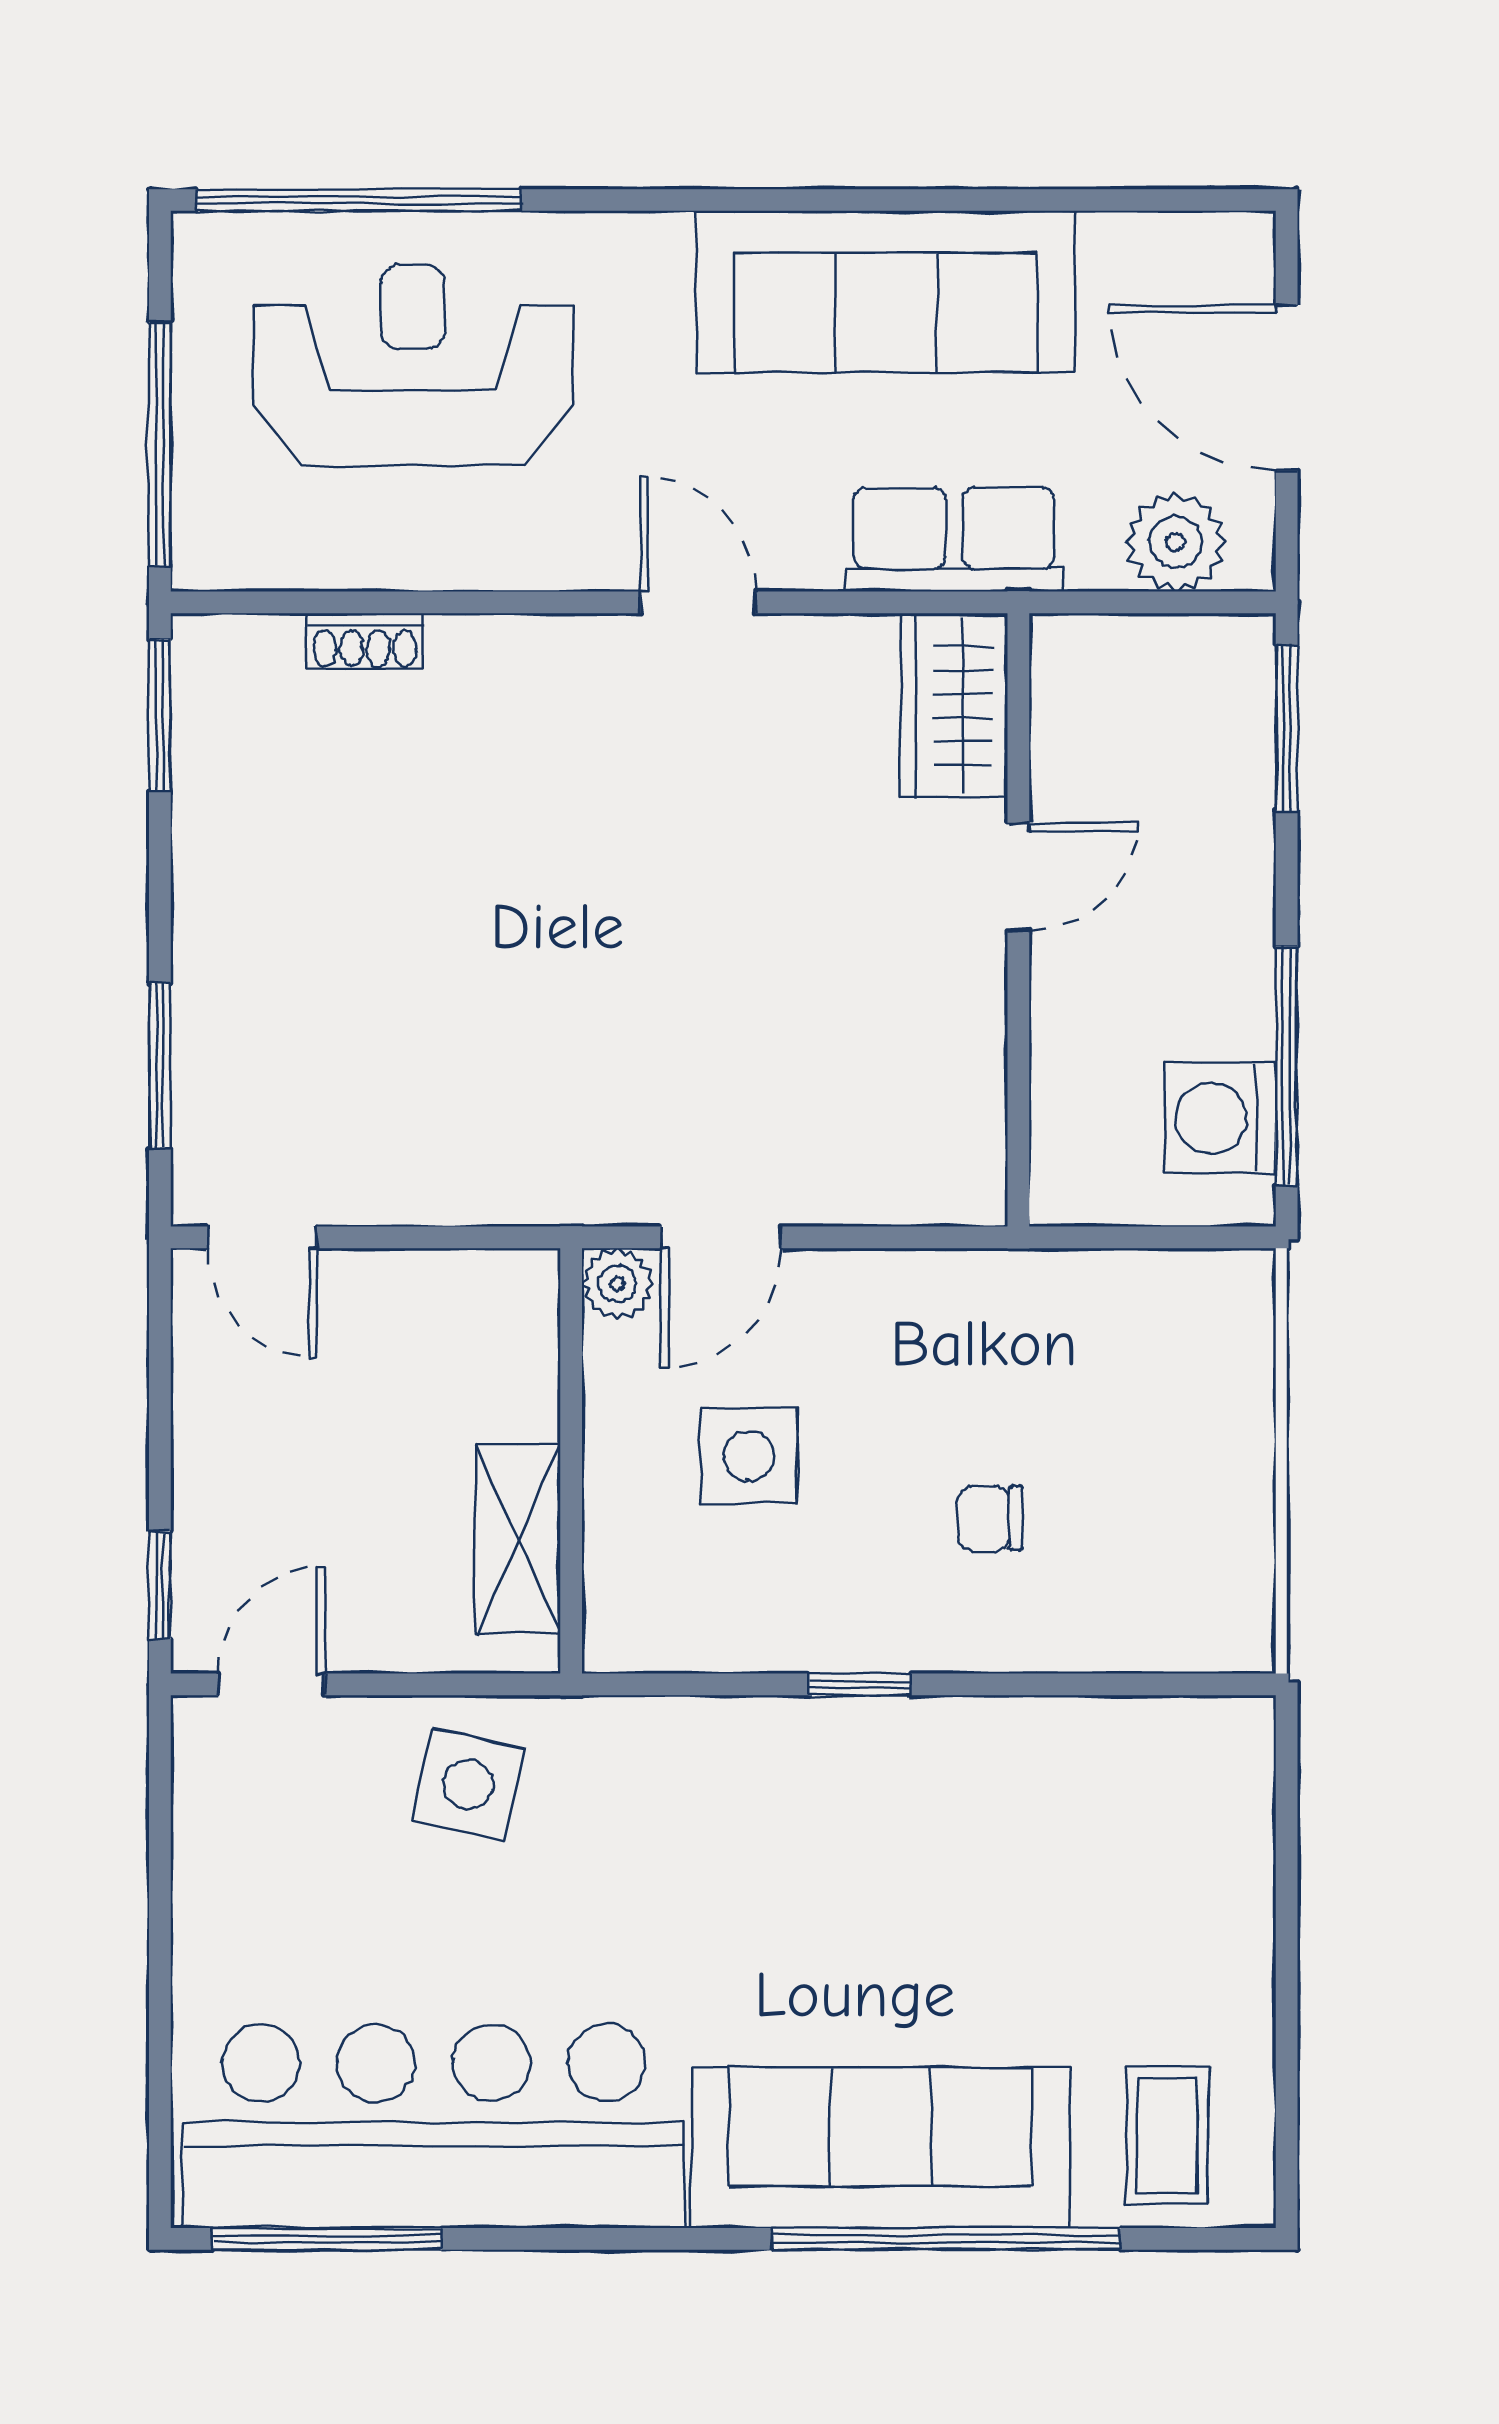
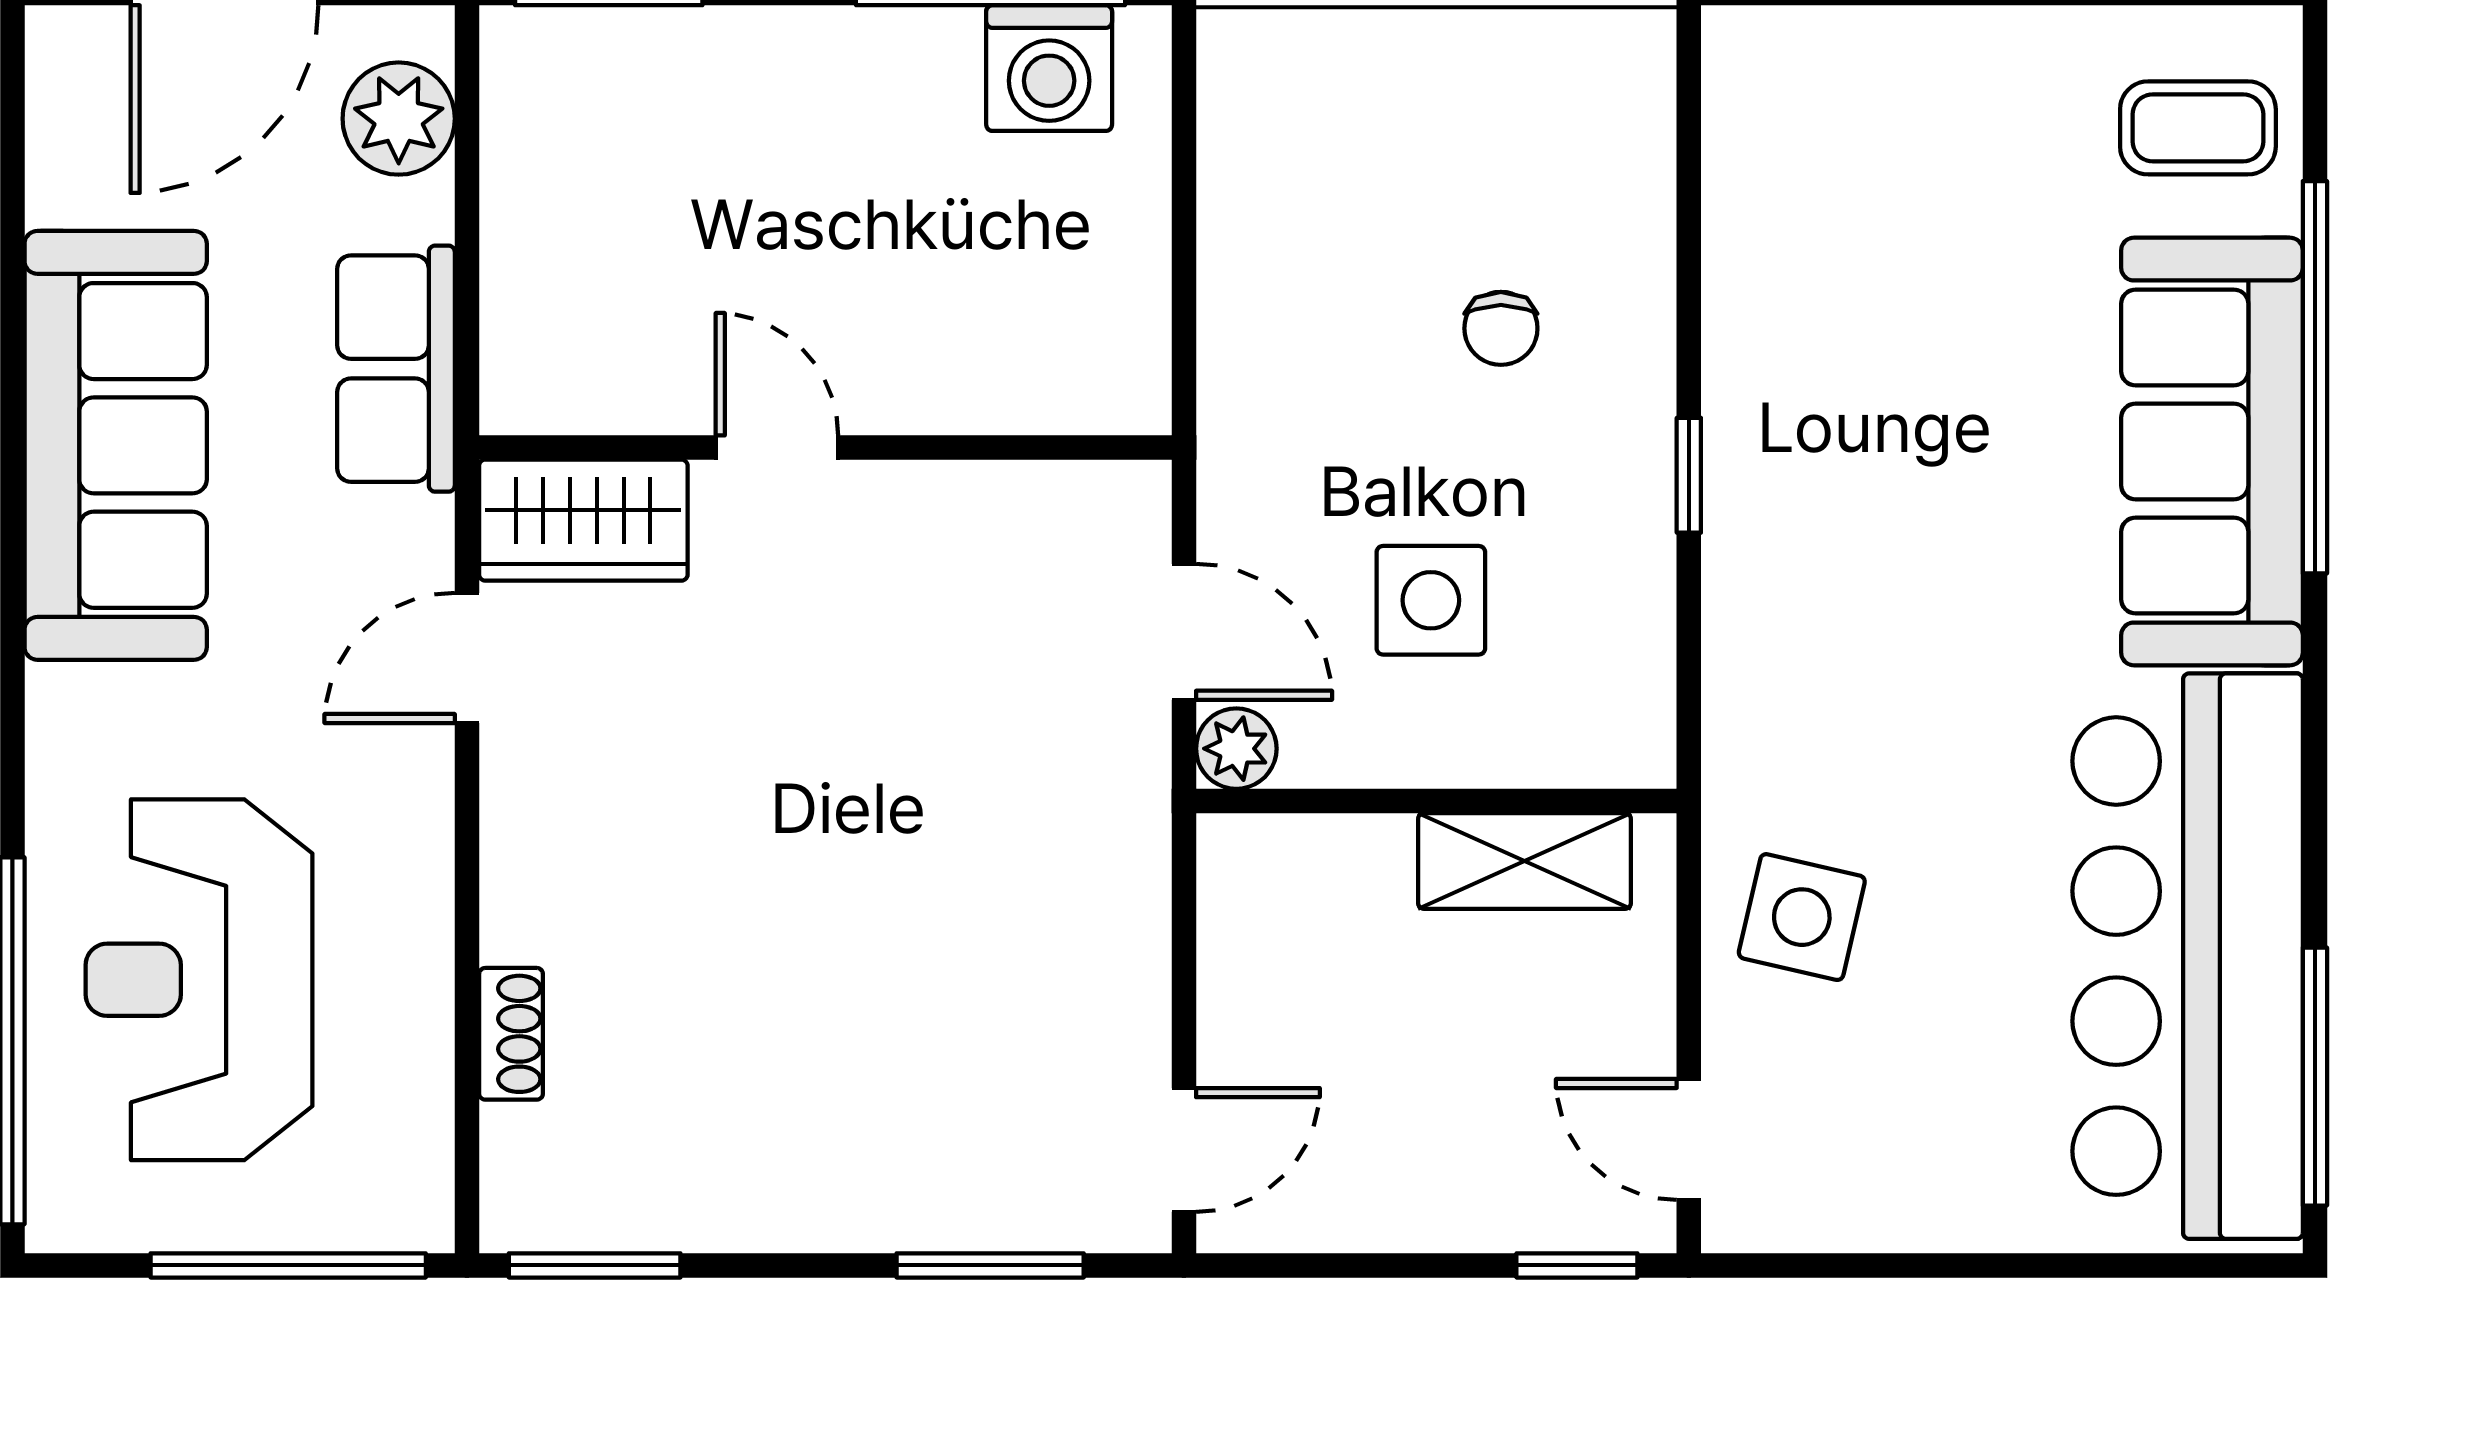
wardrobe: (954, 705) -> (583, 520), moved
door: (1018, 877) -> (777, 448), moved
wall: (1018, 920) -> (825, 448), moved

